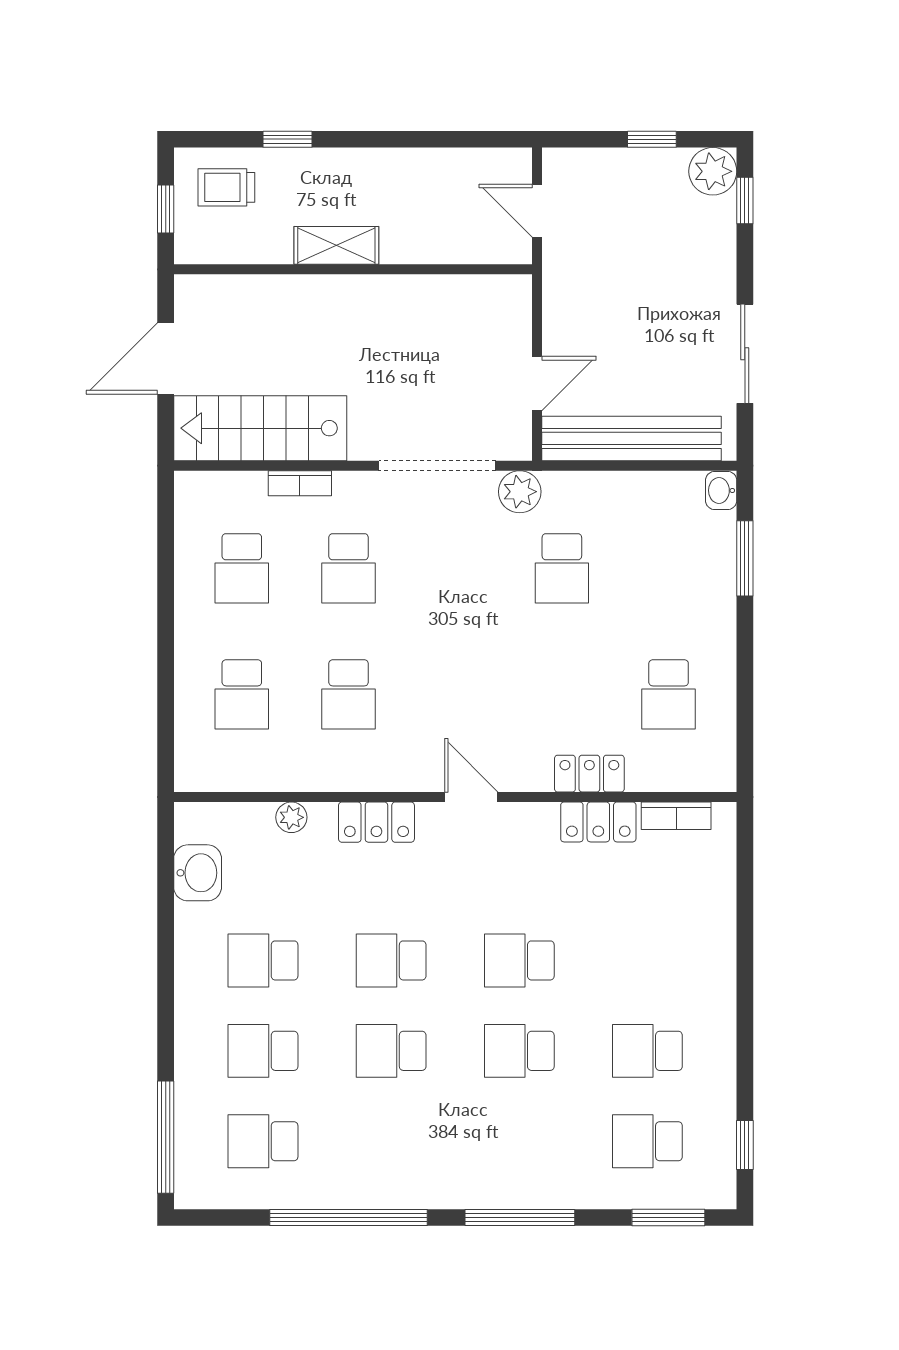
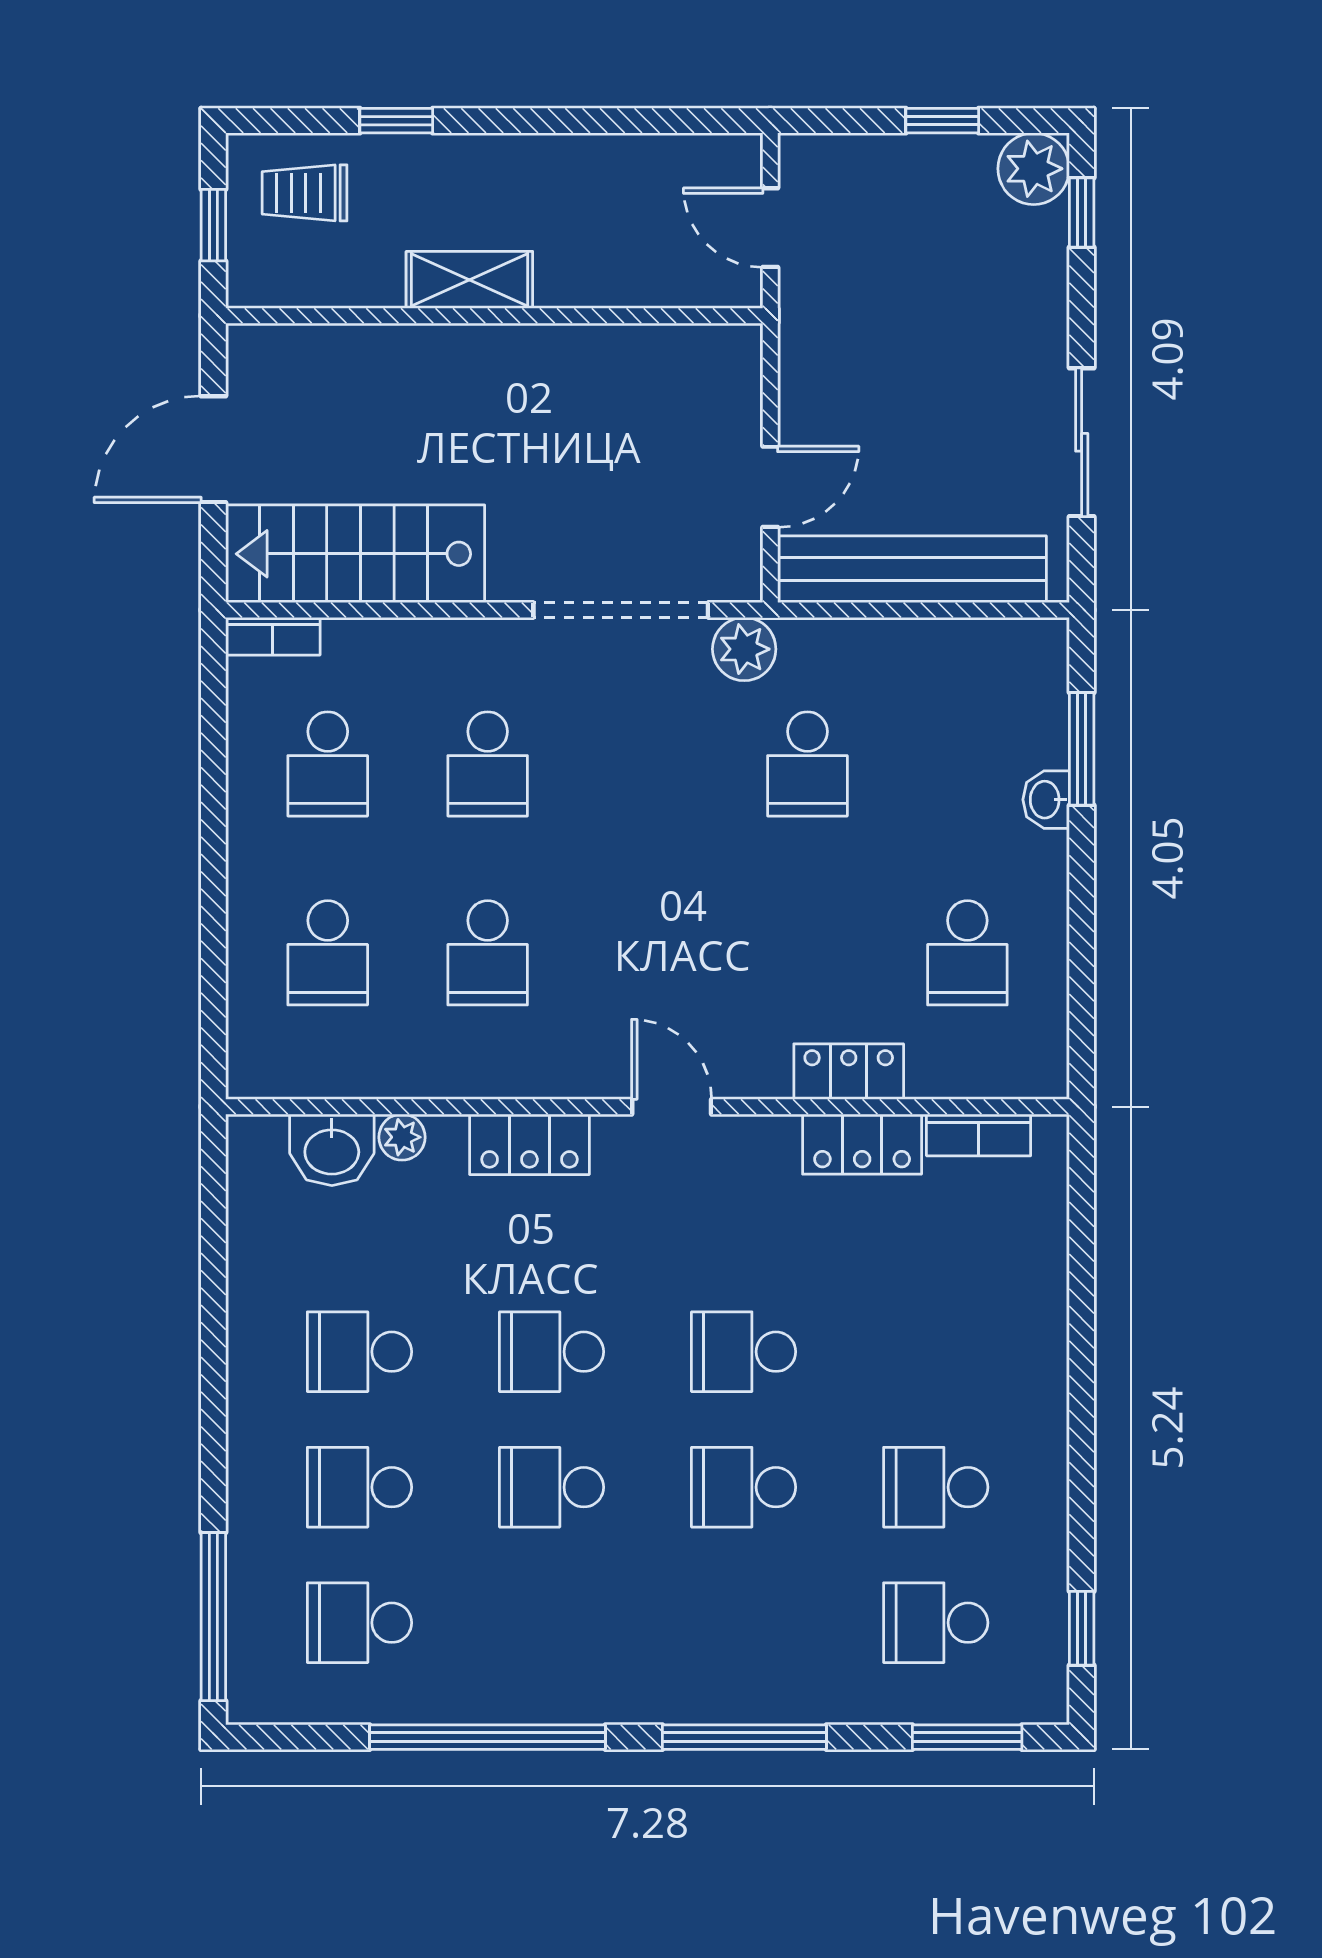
bookcase: (300, 483) -> (273, 636), moved
washbasin: (721, 490) -> (1046, 800), moved
washbasin: (198, 873) -> (332, 1150), moved, turned 90

